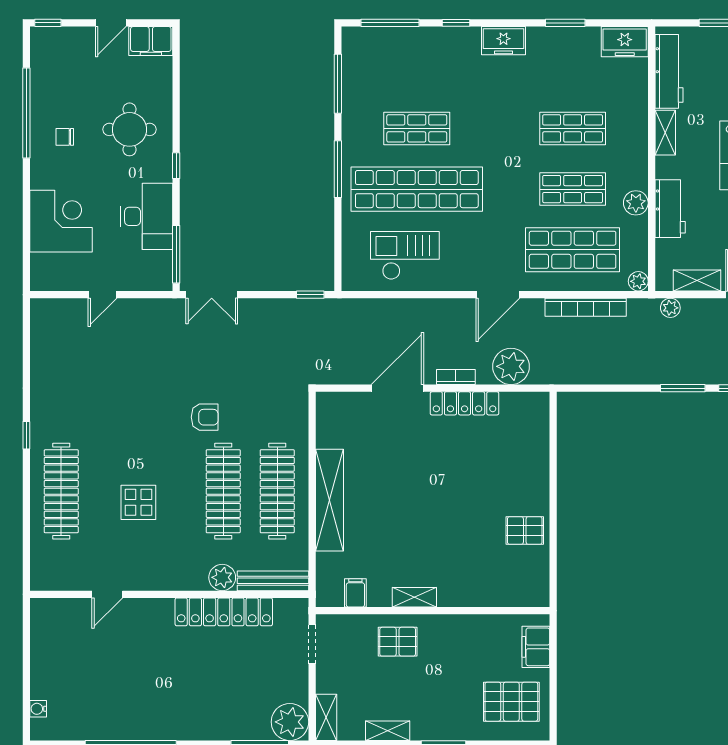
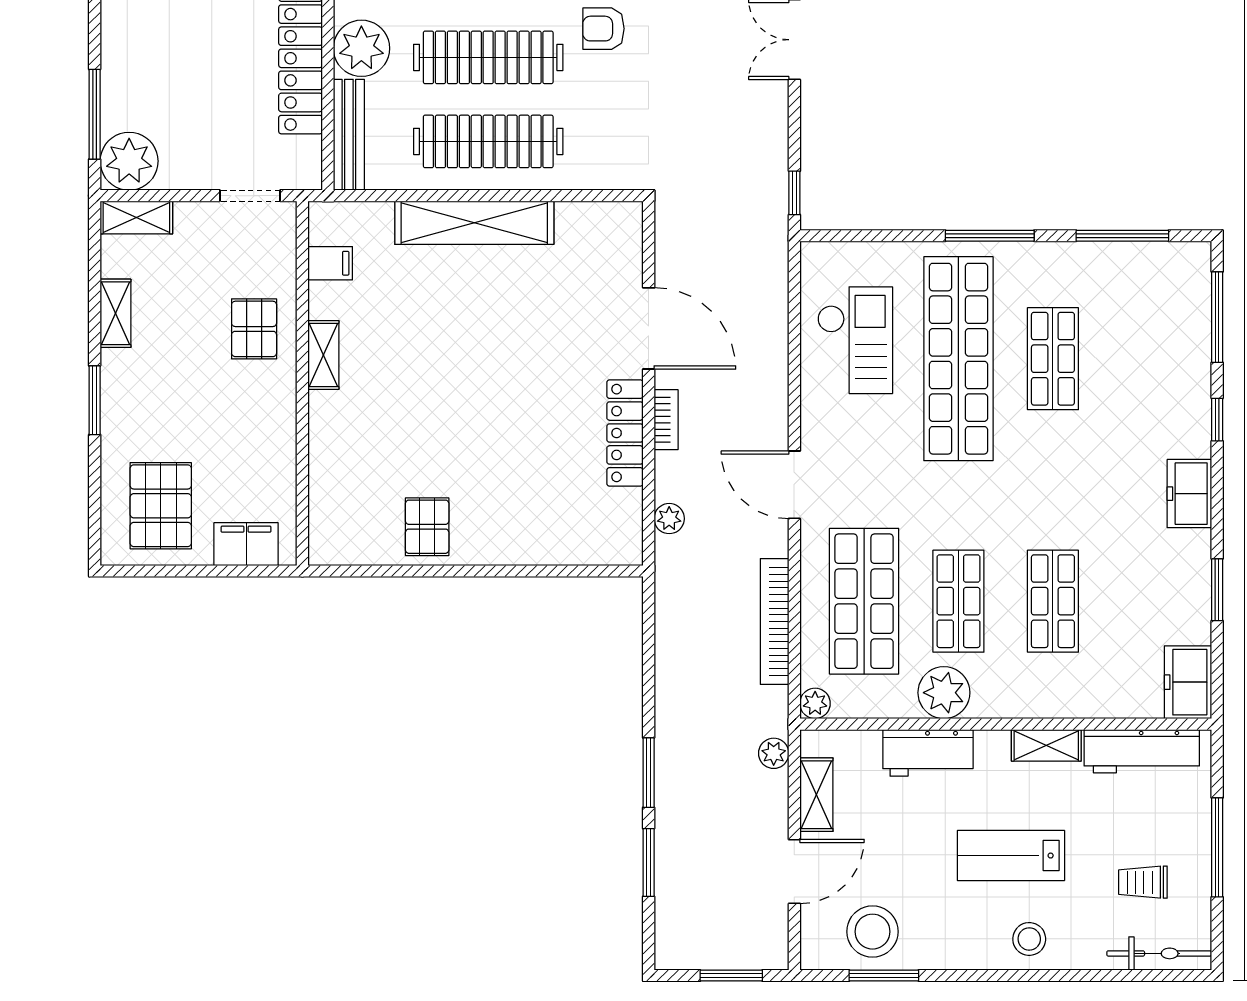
plant: (636, 203) -> (944, 693), width x1.36, depth x1.36
plant: (511, 366) -> (669, 519), width x0.53, depth x0.53
armchair: (205, 417) -> (603, 29), turned 90
plant: (222, 577) -> (361, 48), width x1.36, depth x1.36

